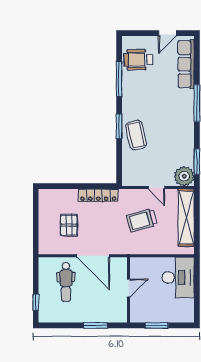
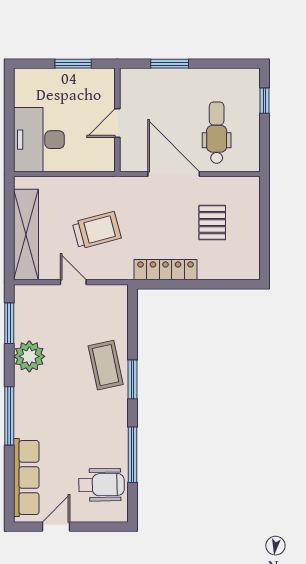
plant: (184, 176) -> (29, 356), moved

